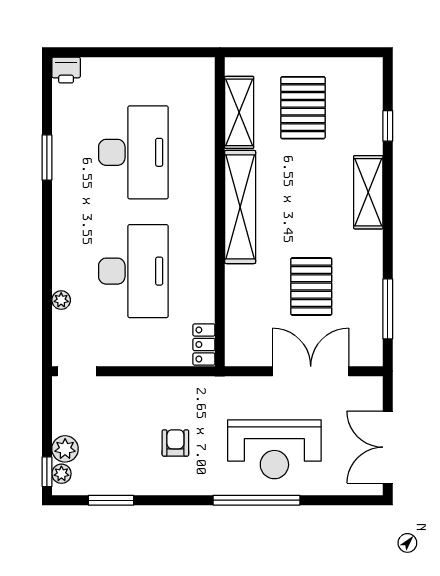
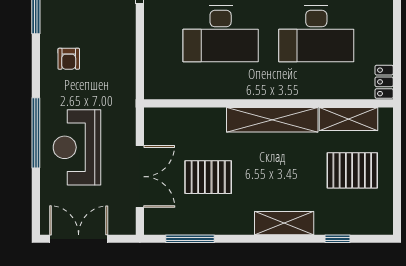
locker: (204, 344) -> (384, 82), moved, turned -90
armchair: (175, 443) -> (69, 59), moved, turned 90

